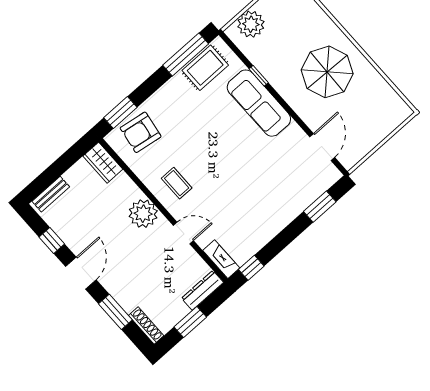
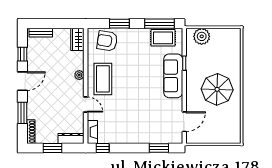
window: (120, 113) -> (119, 24), moved
coffee table: (177, 183) -> (103, 79), width x1.86, depth x1.72
plant: (143, 214) -> (79, 75), width x0.53, depth x0.53

